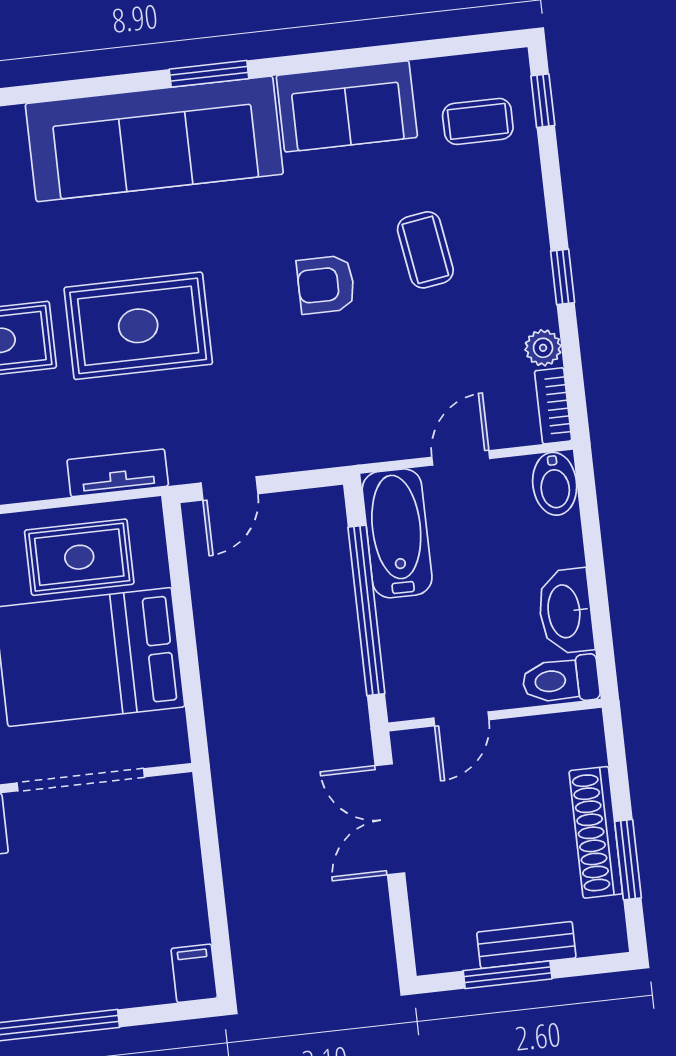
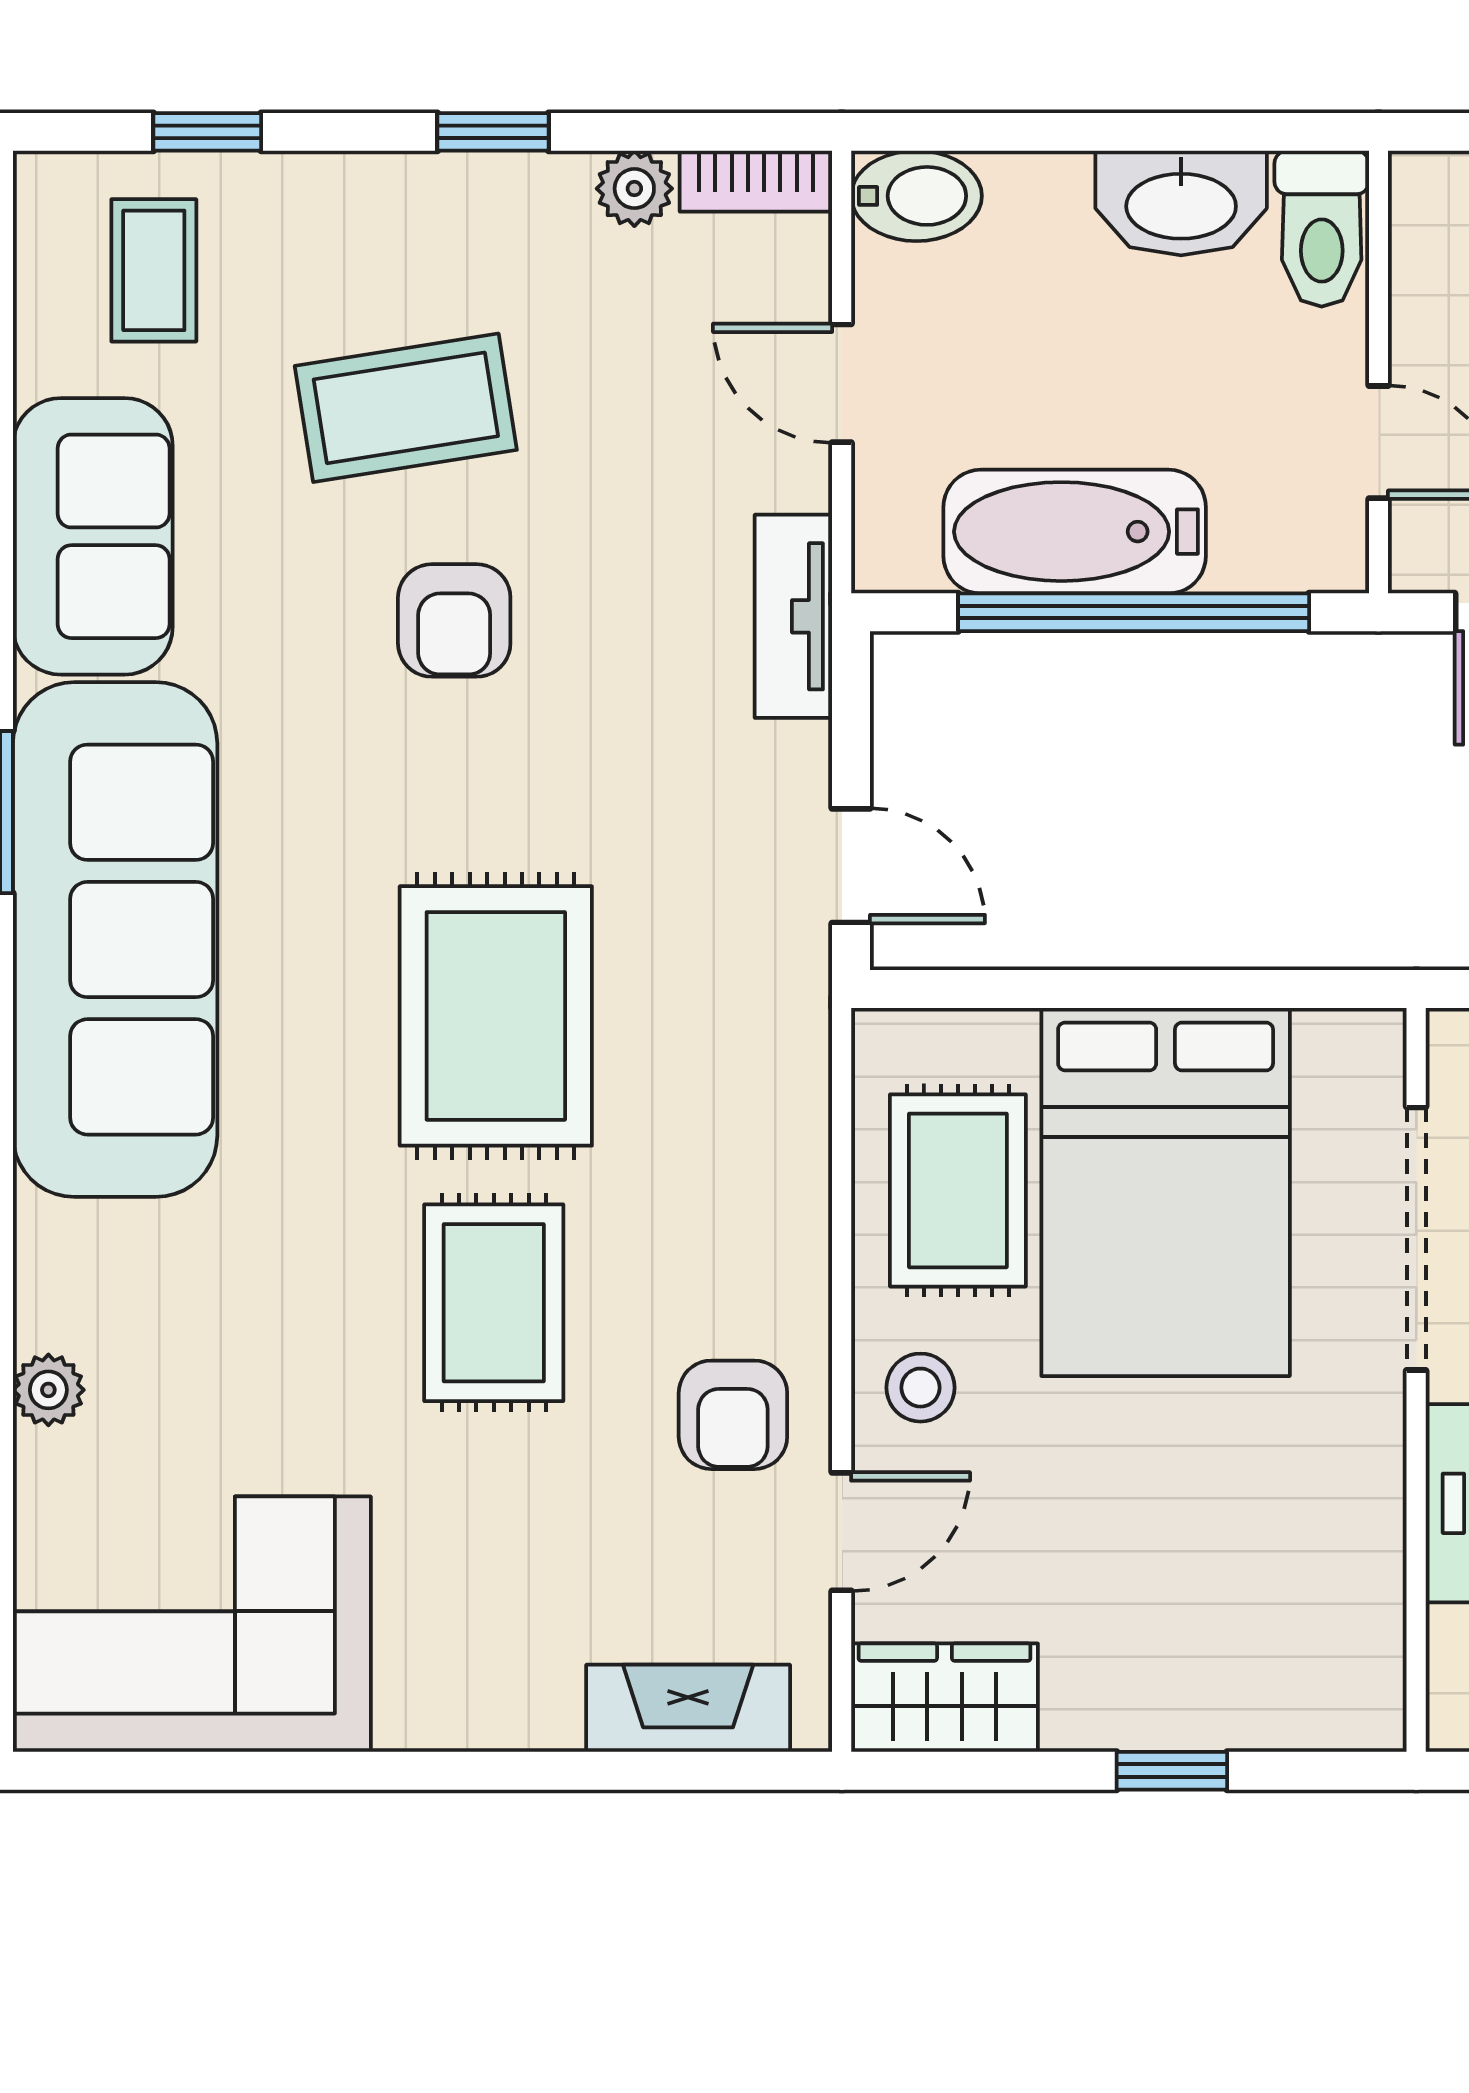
window: (543, 101) -> (207, 132), moved
coffee table: (425, 250) -> (406, 408), width x1.36, depth x1.30
tv unit: (118, 473) -> (793, 616), moved
bathtub: (397, 533) -> (1075, 532), moved

